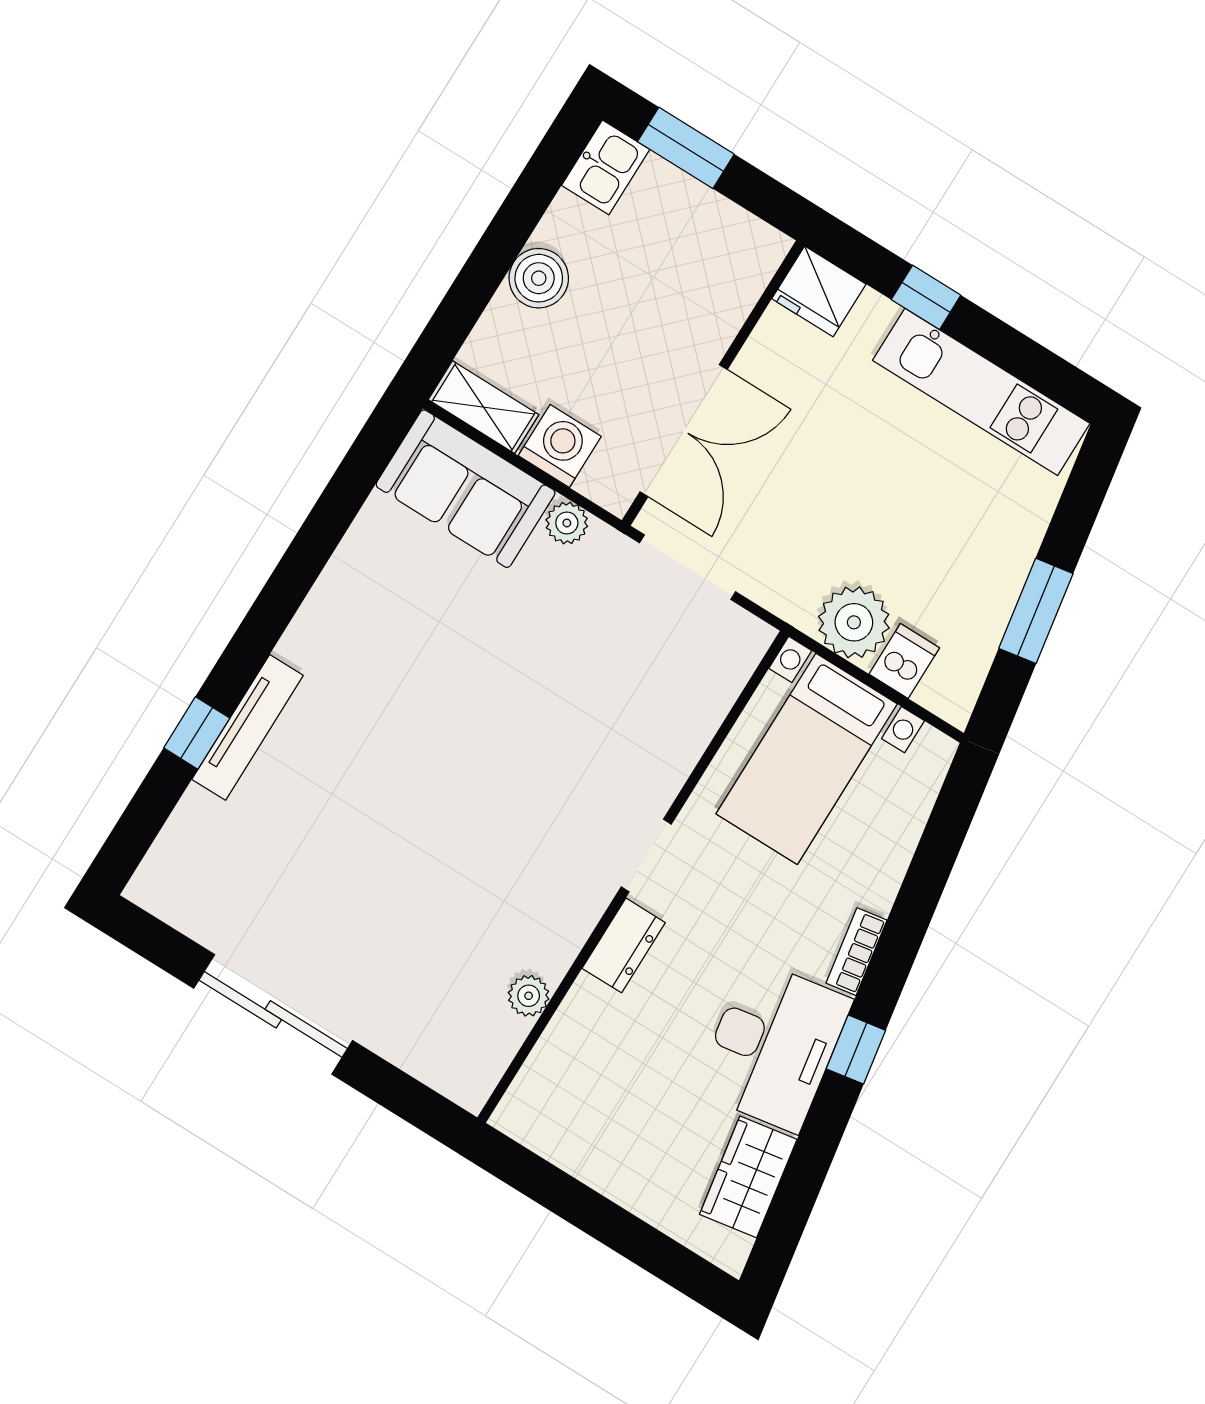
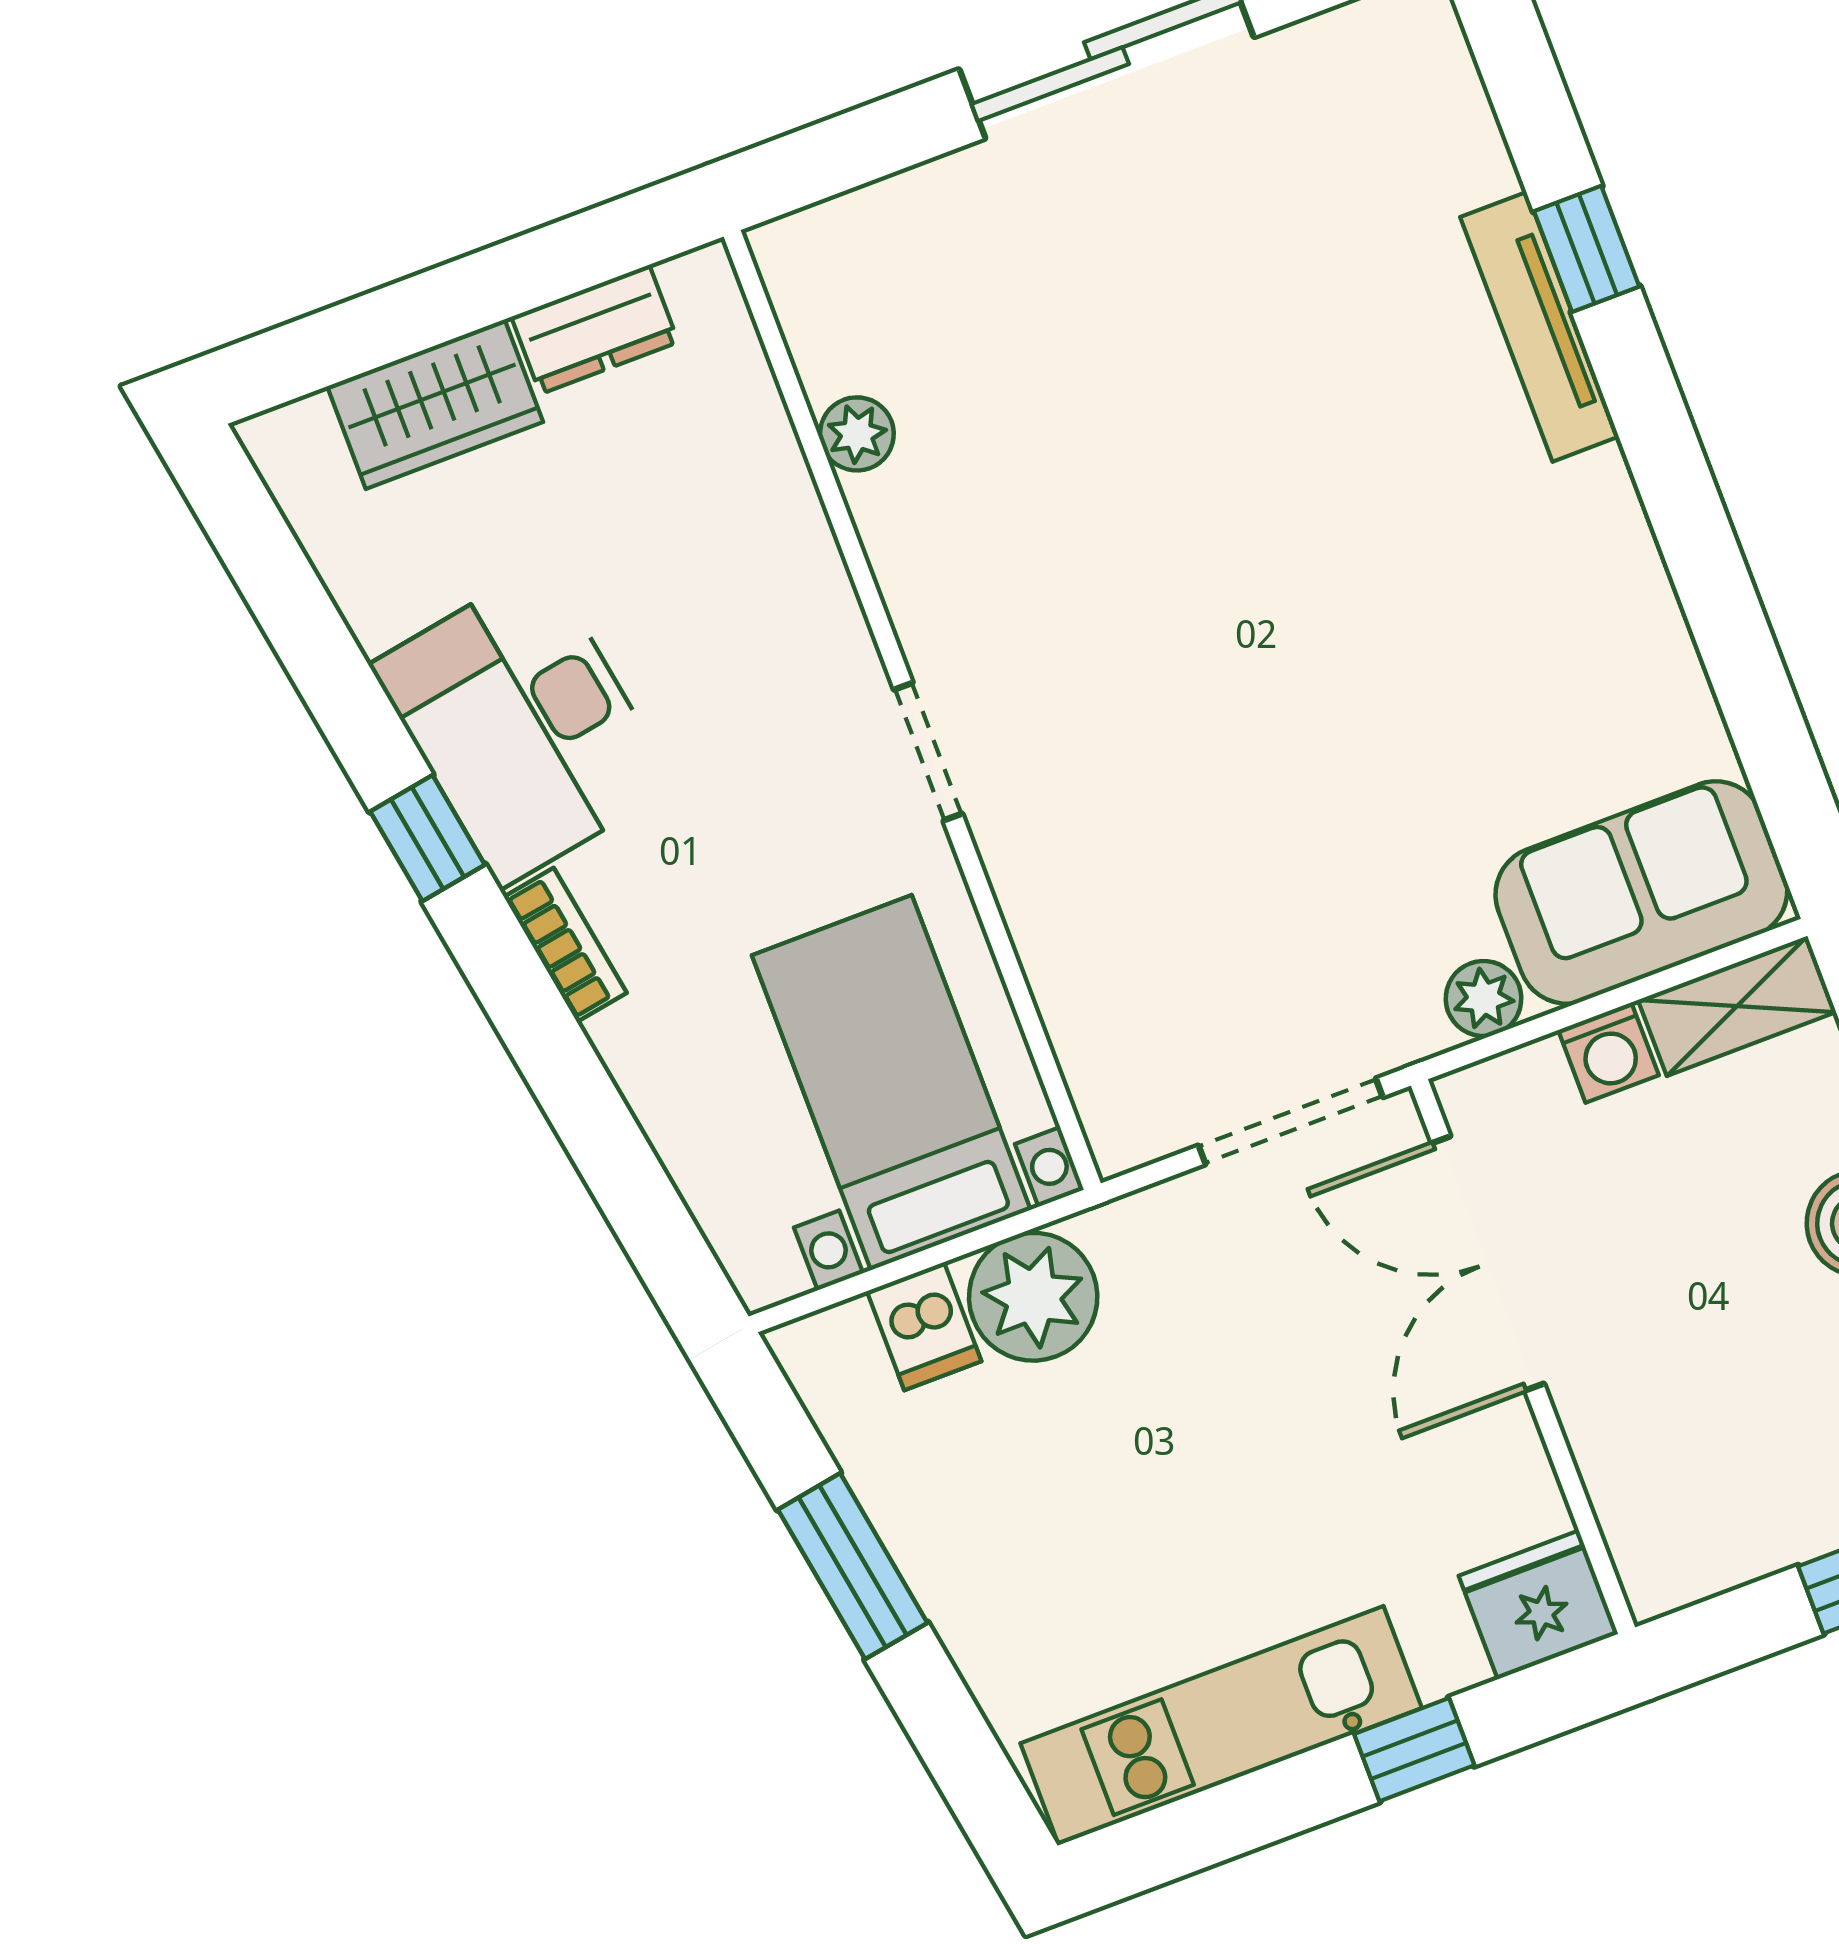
washing machine: (560, 446) -> (1608, 1053), width x0.73, depth x0.73
dresser: (624, 945) -> (595, 329), moved, turned -90
wardrobe: (748, 1177) -> (435, 404), moved, turned 100

